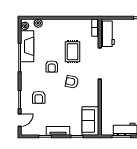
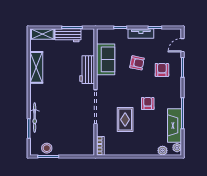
workbench: (108, 34) -> (87, 70), moved
armchair: (72, 82) -> (137, 63), moved
sofa: (90, 121) -> (106, 59), moved

